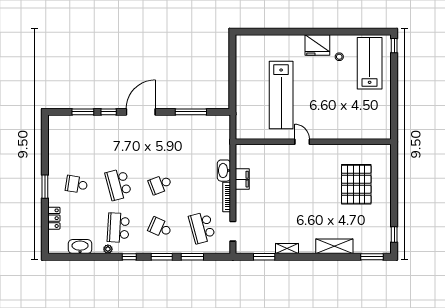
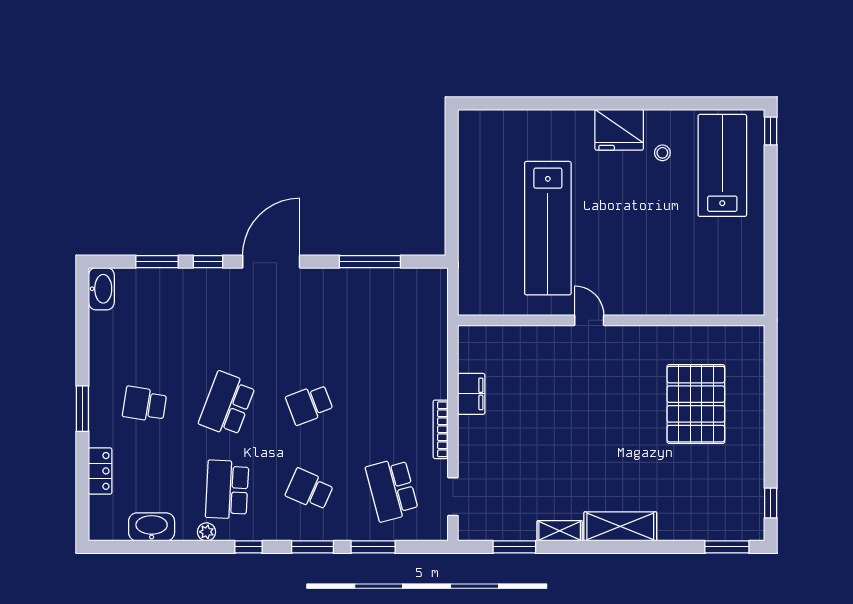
washbasin: (224, 171) -> (101, 289), moved, turned 180
school desk: (118, 184) -> (227, 404), turned 36
shelving: (334, 246) -> (620, 526), moved

